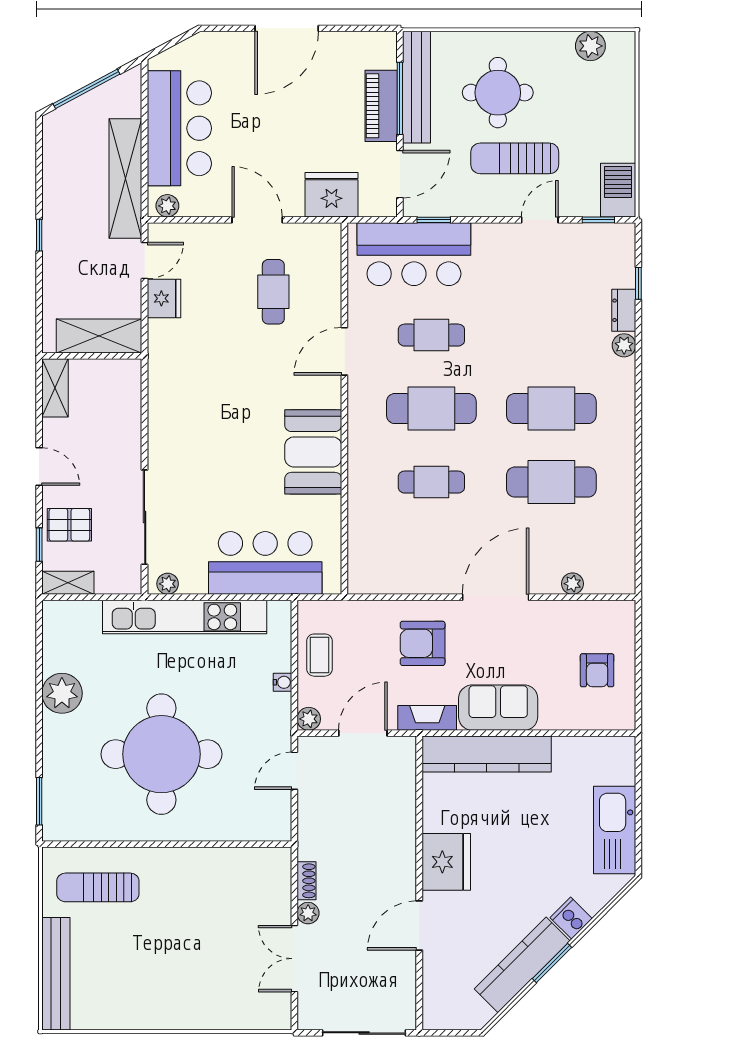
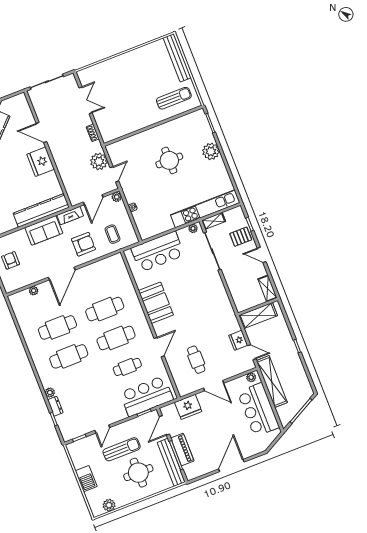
barbecue: (618, 190) -> (86, 479), moved
door: (145, 261) -> (252, 352), swing flipped
cafe table: (431, 482) -> (105, 309), width x1.37, depth x1.35
shelving: (68, 583) -> (214, 221), moved
kitchen unit: (185, 617) -> (205, 209), moved
coffee table: (319, 655) -> (113, 234), moved
plant: (62, 693) -> (211, 151), moved
round table: (161, 754) -> (169, 160), width x0.54, depth x0.54
plant: (308, 913) -> (99, 161), moved, width x1.87, depth x1.87
door: (419, 926) -> (41, 133), swing flipped

